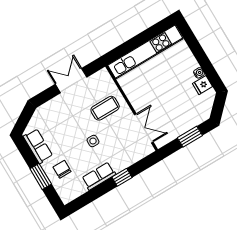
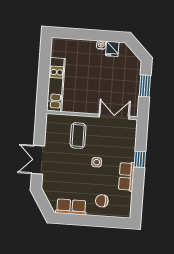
kitchen unit: (145, 52) -> (56, 84), width x0.73
double door: (71, 81) -> (38, 160), moved
window: (41, 176) -> (96, 221), removed

